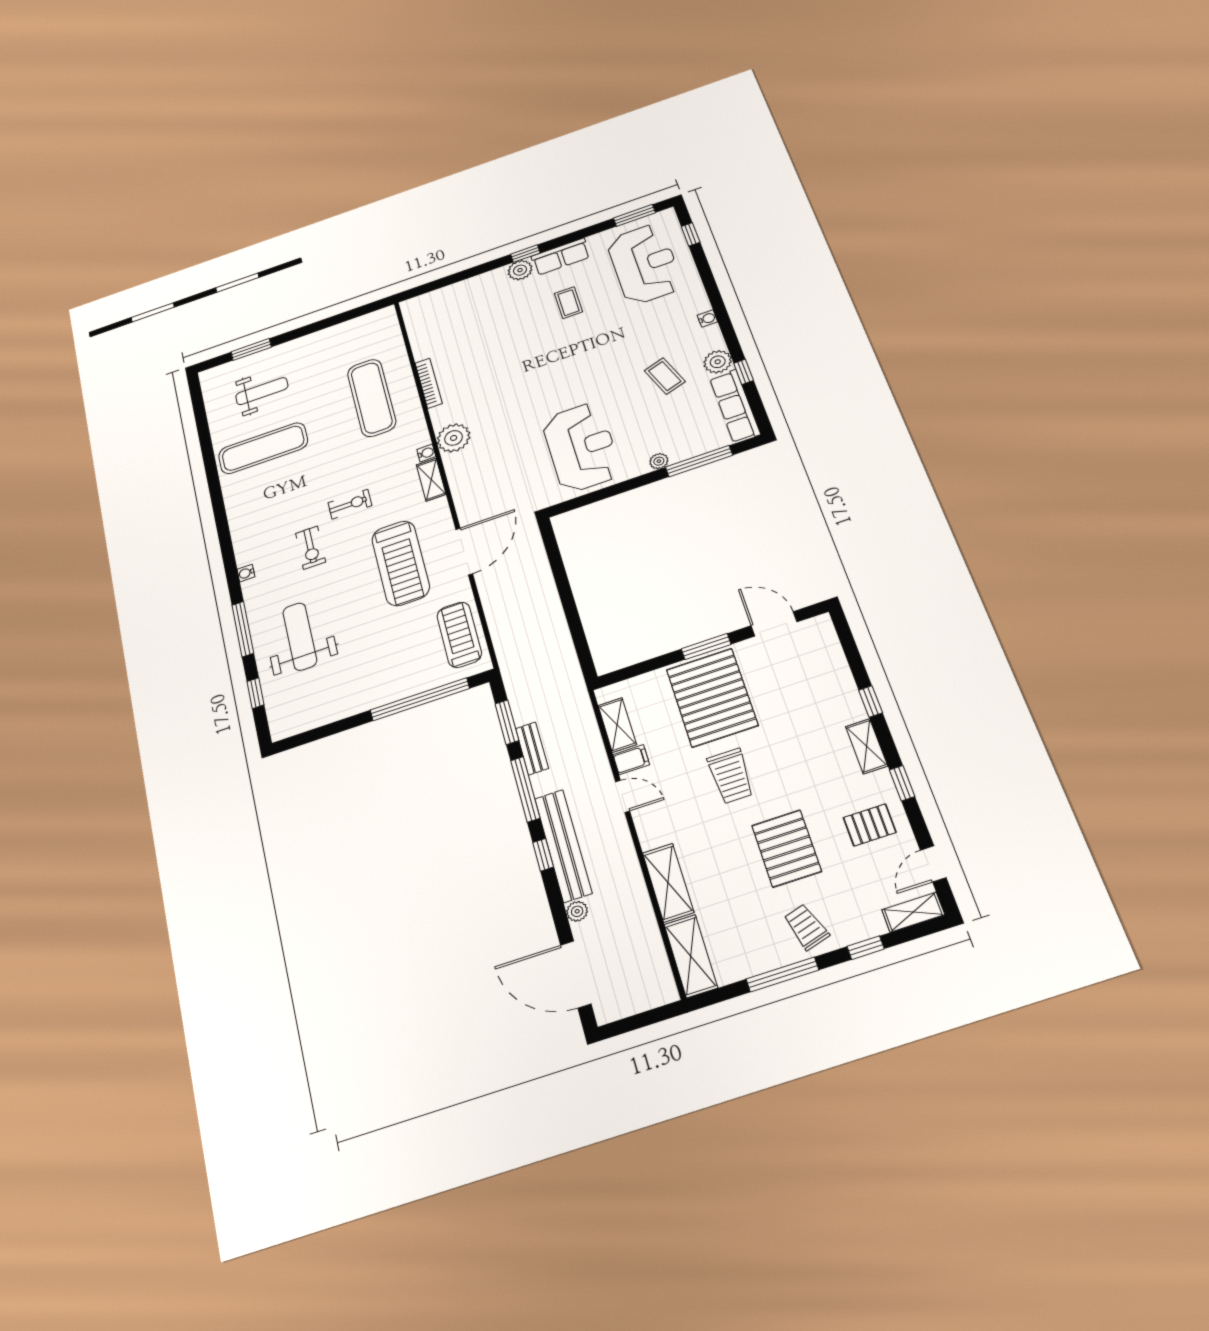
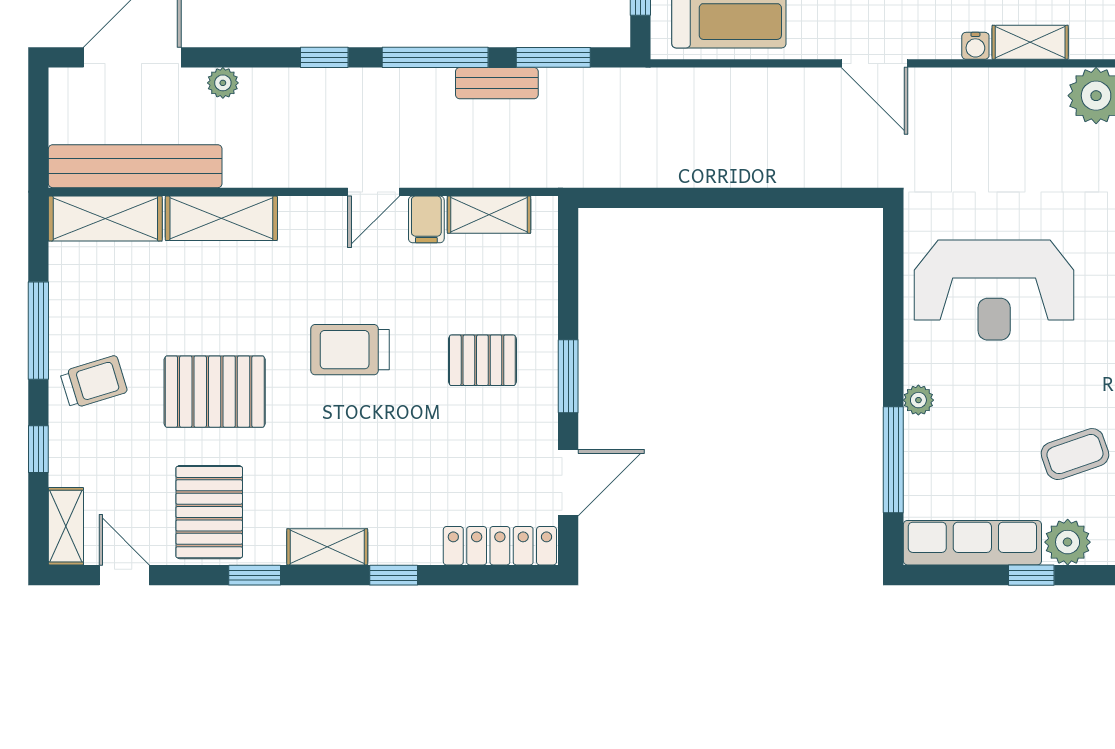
water cooler: (426, 453) -> (975, 46), moved
door: (464, 551) -> (874, 63), width x0.73
locker: (828, 648) -> (500, 546), added
pallet: (712, 697) -> (482, 360), width x0.49, depth x0.50
pallet: (870, 825) -> (209, 512), width x1.50, depth x1.42
bench: (563, 845) -> (135, 166), moved

